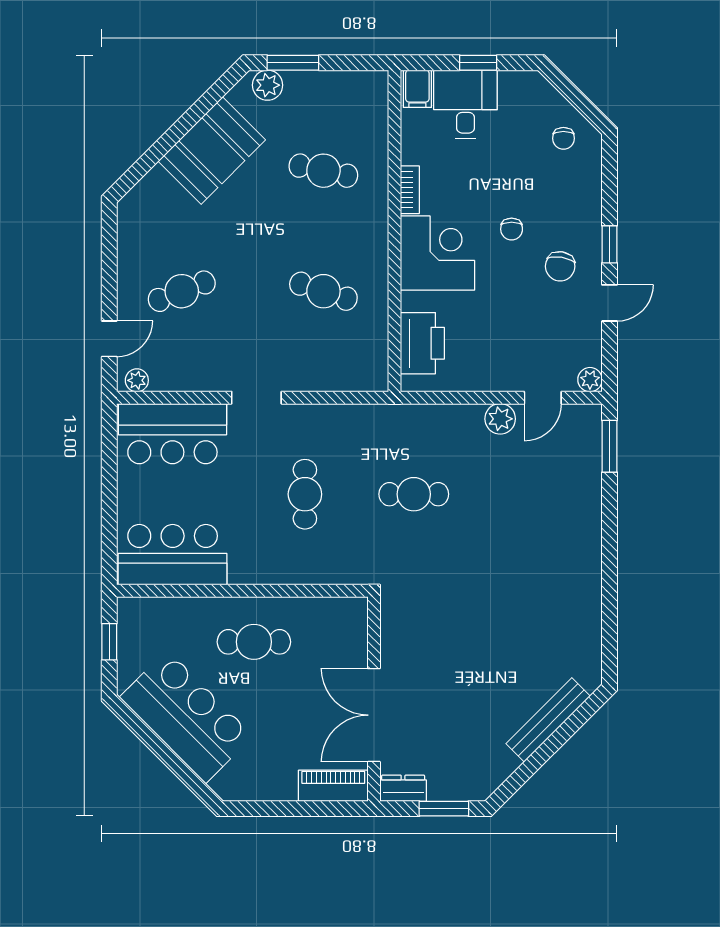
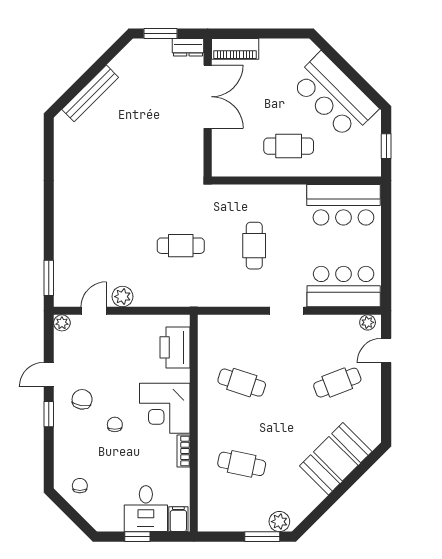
booth: (212, 151) -> (336, 459), moved

